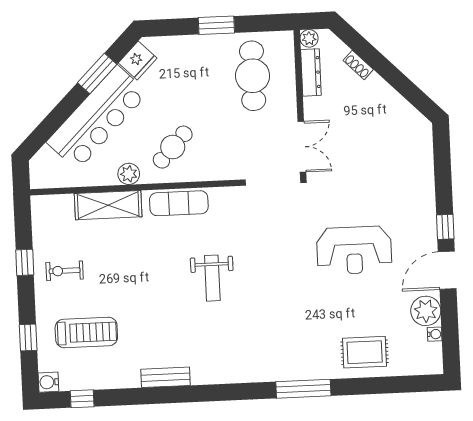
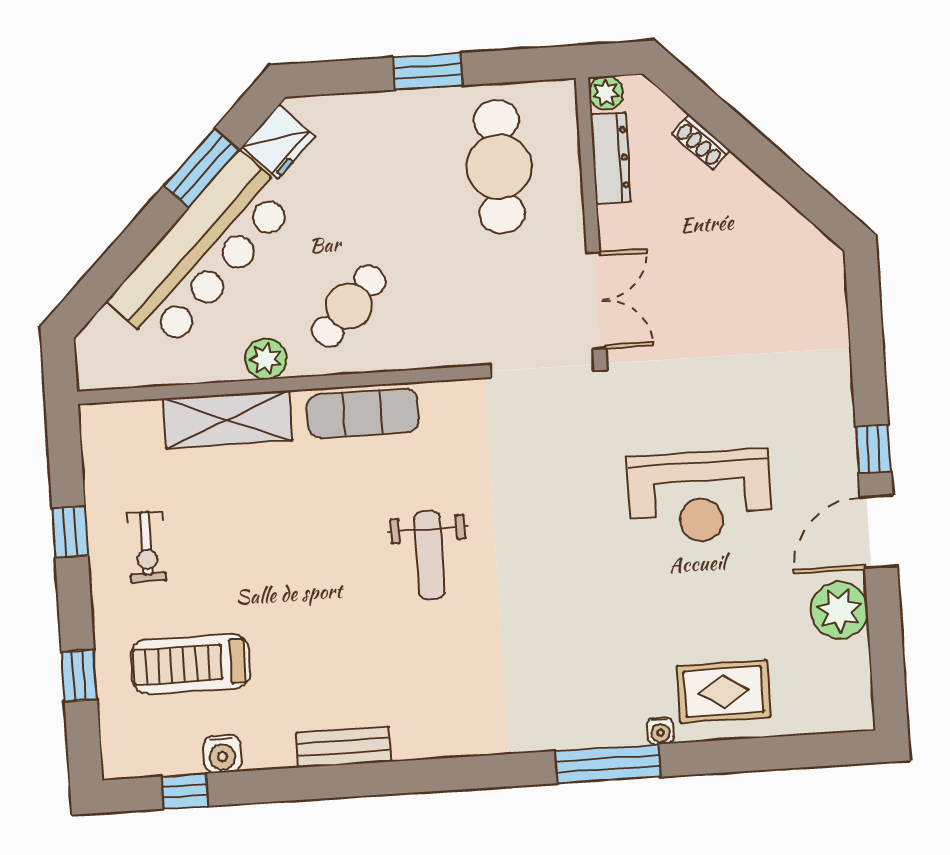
exercise bike: (65, 271) -> (147, 547), turned -90
treadmill: (86, 332) -> (190, 664), turned 180
water cooler: (435, 334) -> (660, 731), moved, turned 90
water cooler: (48, 382) -> (222, 754), moved, turned -90

